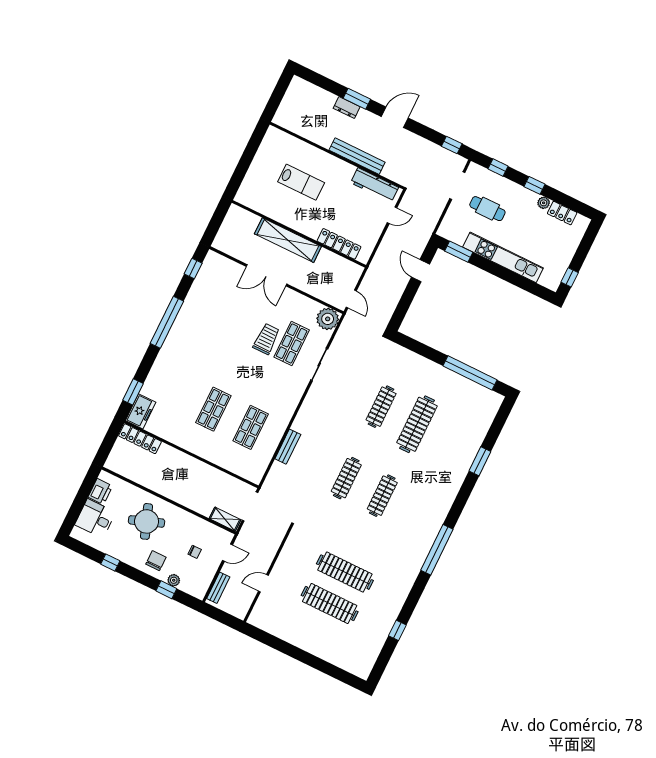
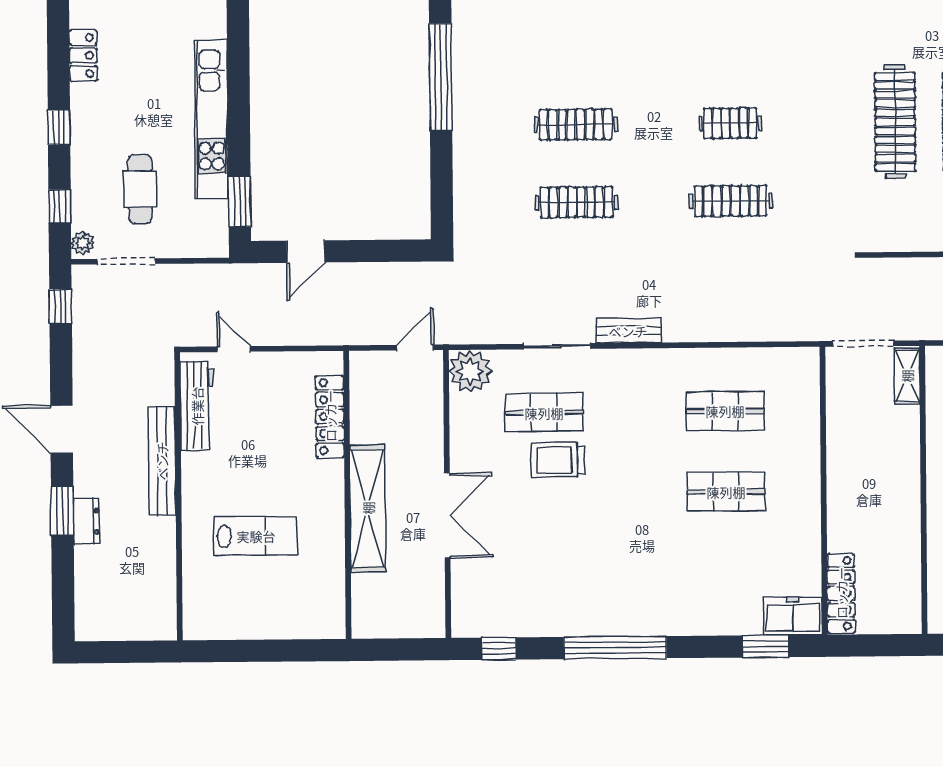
lab bench: (301, 182) -> (256, 536), turned 90
plant: (544, 203) -> (83, 243), moved
clothes rail: (417, 424) -> (576, 125), width x0.73, depth x0.76
bench: (288, 447) -> (628, 331), moved
clothes rail: (382, 496) -> (730, 123), width x0.73

